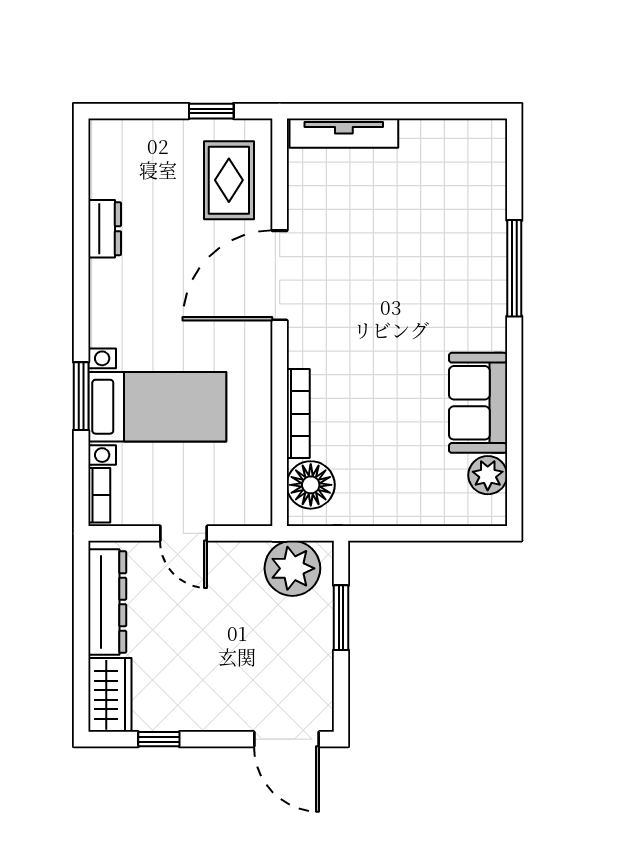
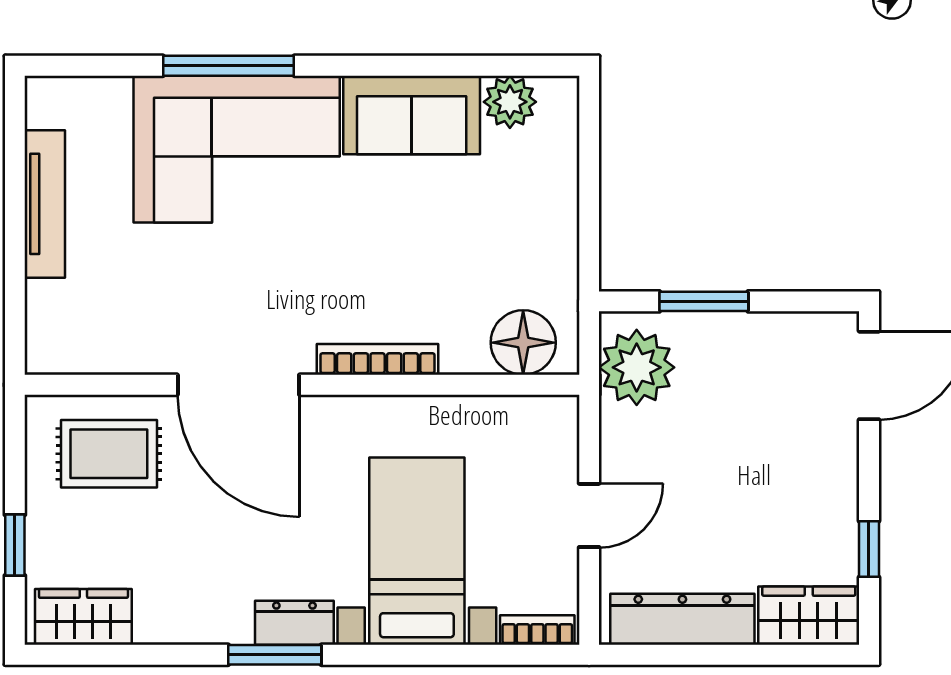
window: (211, 111) -> (15, 545), moved
tv unit: (344, 133) -> (45, 204), moved
wardrobe: (109, 161) -> (83, 617), added
dresser: (105, 229) -> (294, 623), moved
corner sofa: (453, 274) -> (237, 149), added
window: (81, 396) -> (275, 655), moved
bookcase: (298, 414) -> (378, 359), moved

